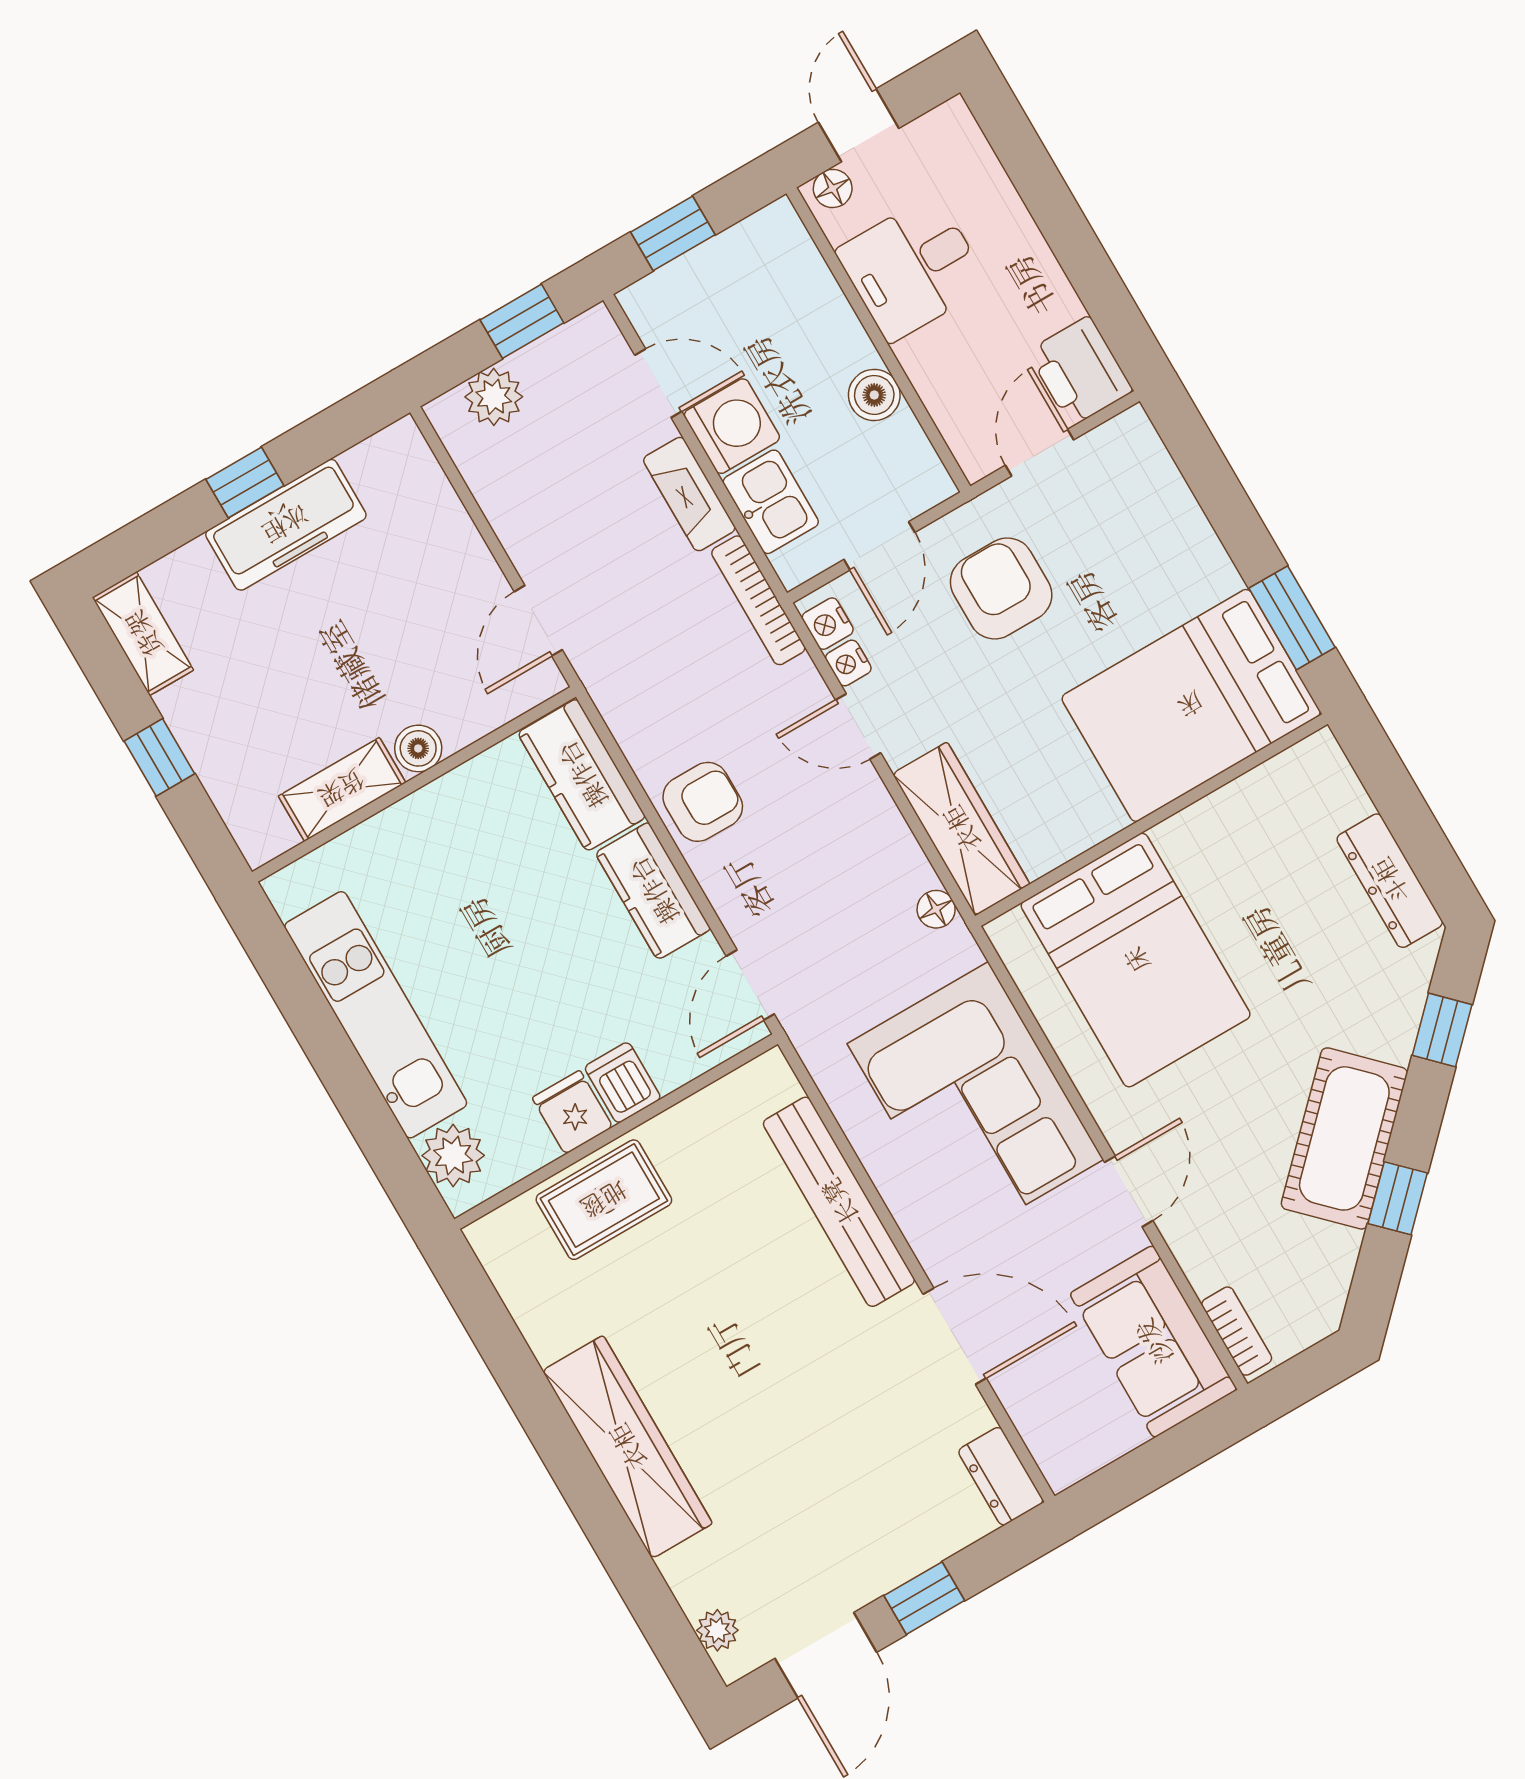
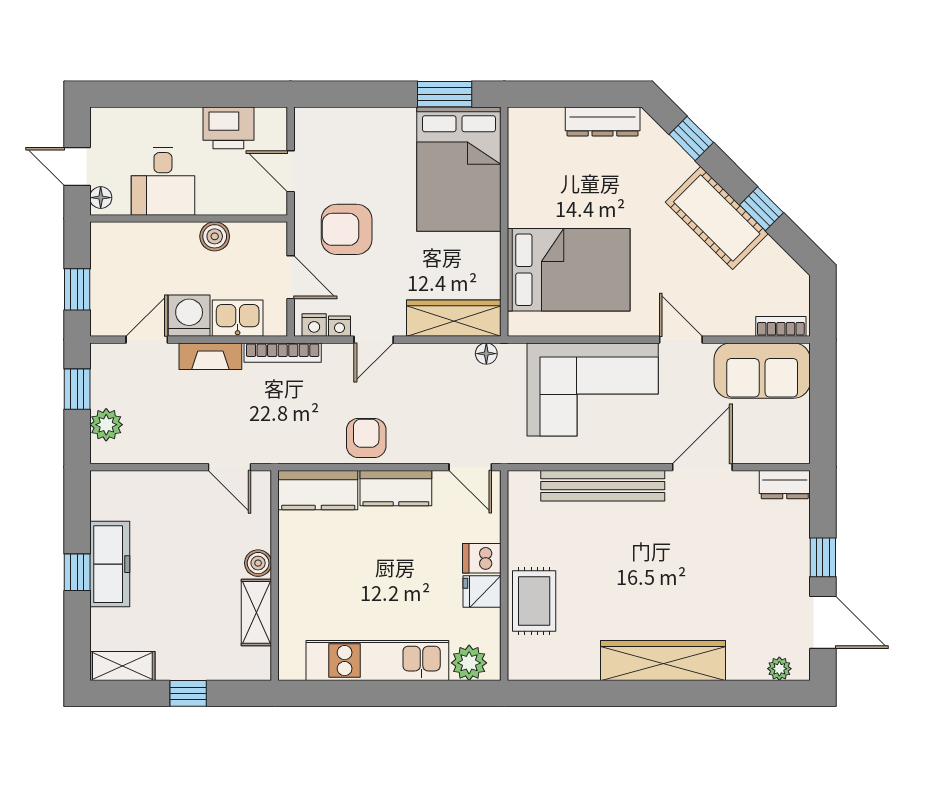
printer: (1080, 371) -> (228, 128), moved

